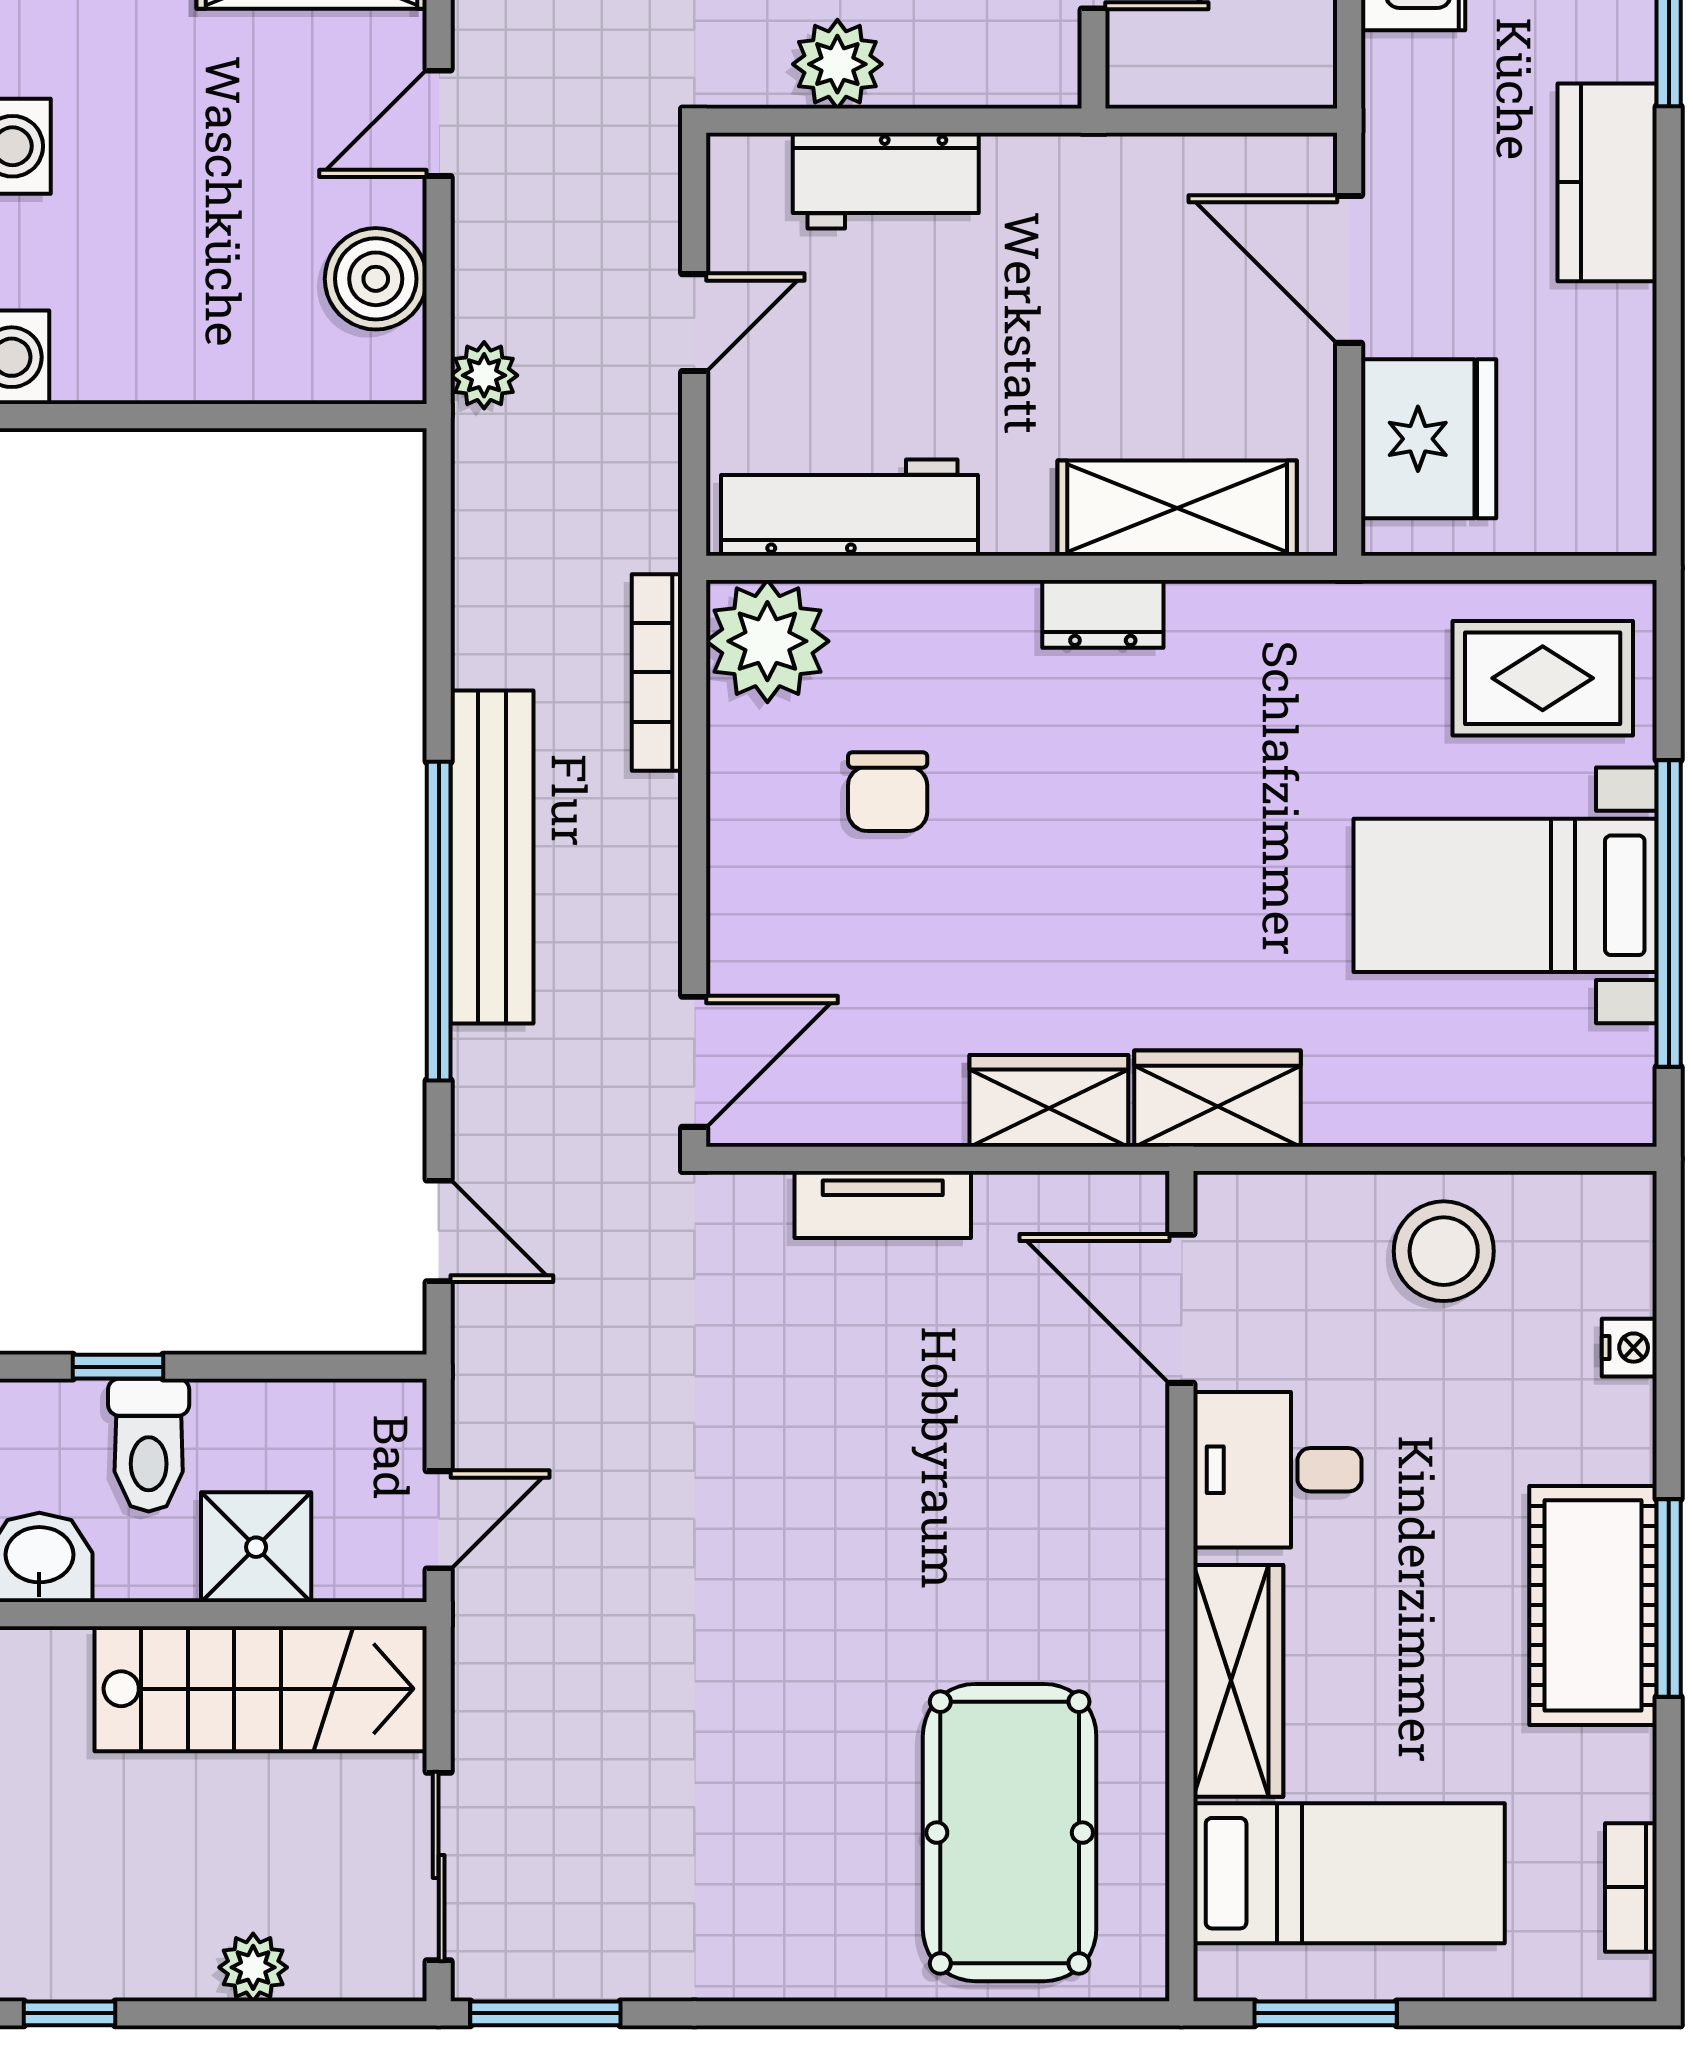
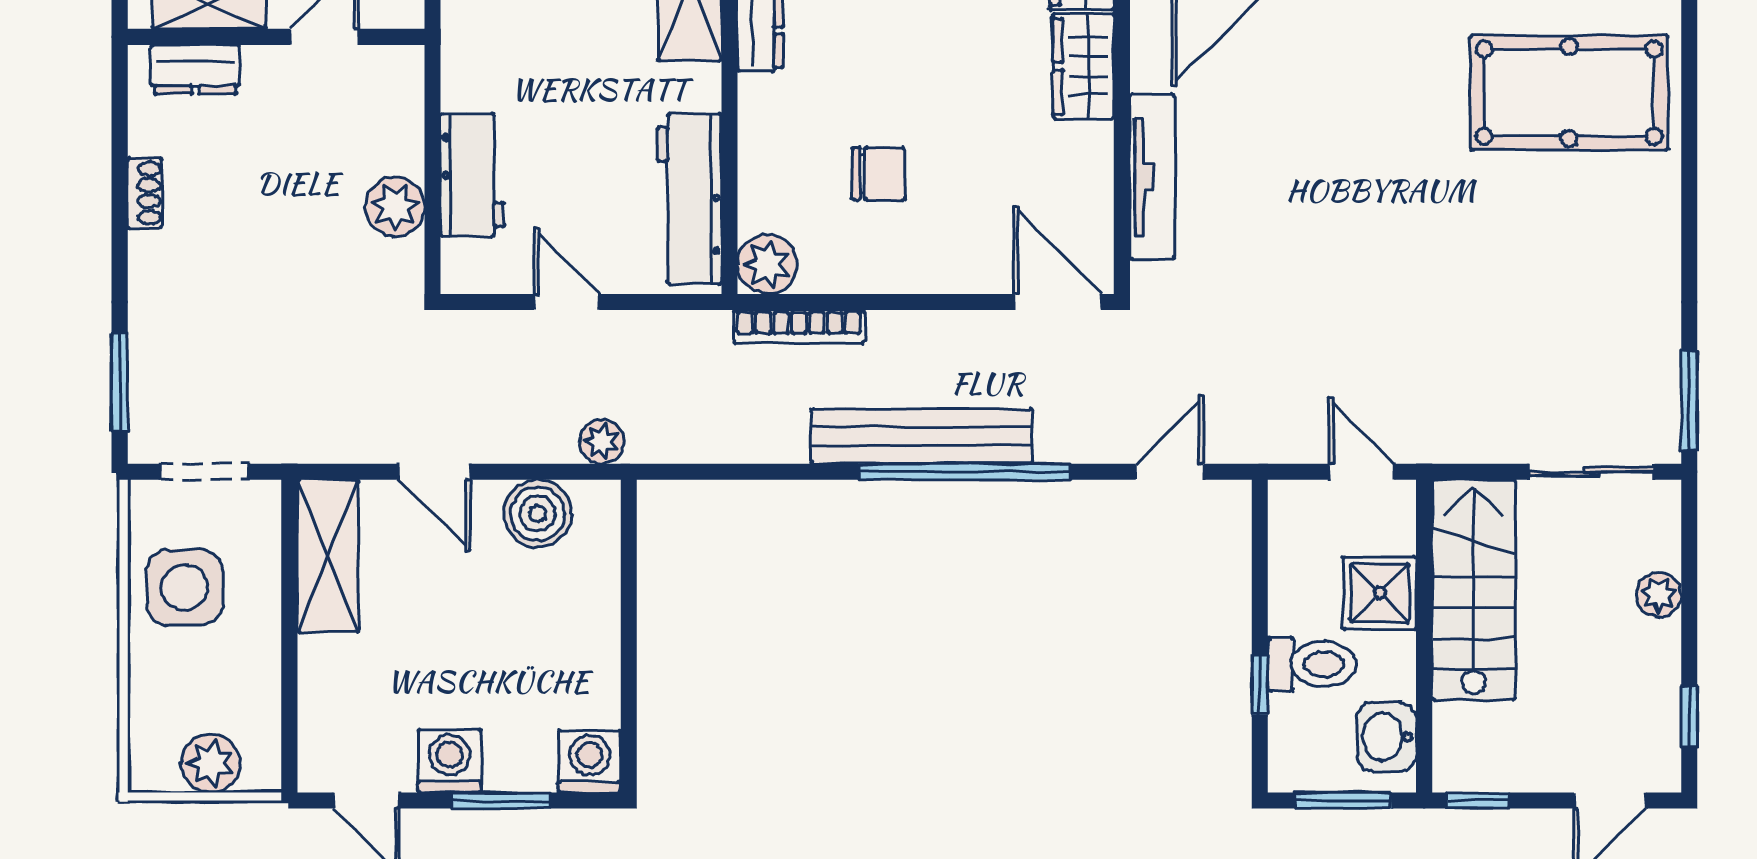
plant: (767, 641) -> (767, 264), width x0.73, depth x0.73
tv unit: (883, 1204) -> (1152, 177), width x1.41

